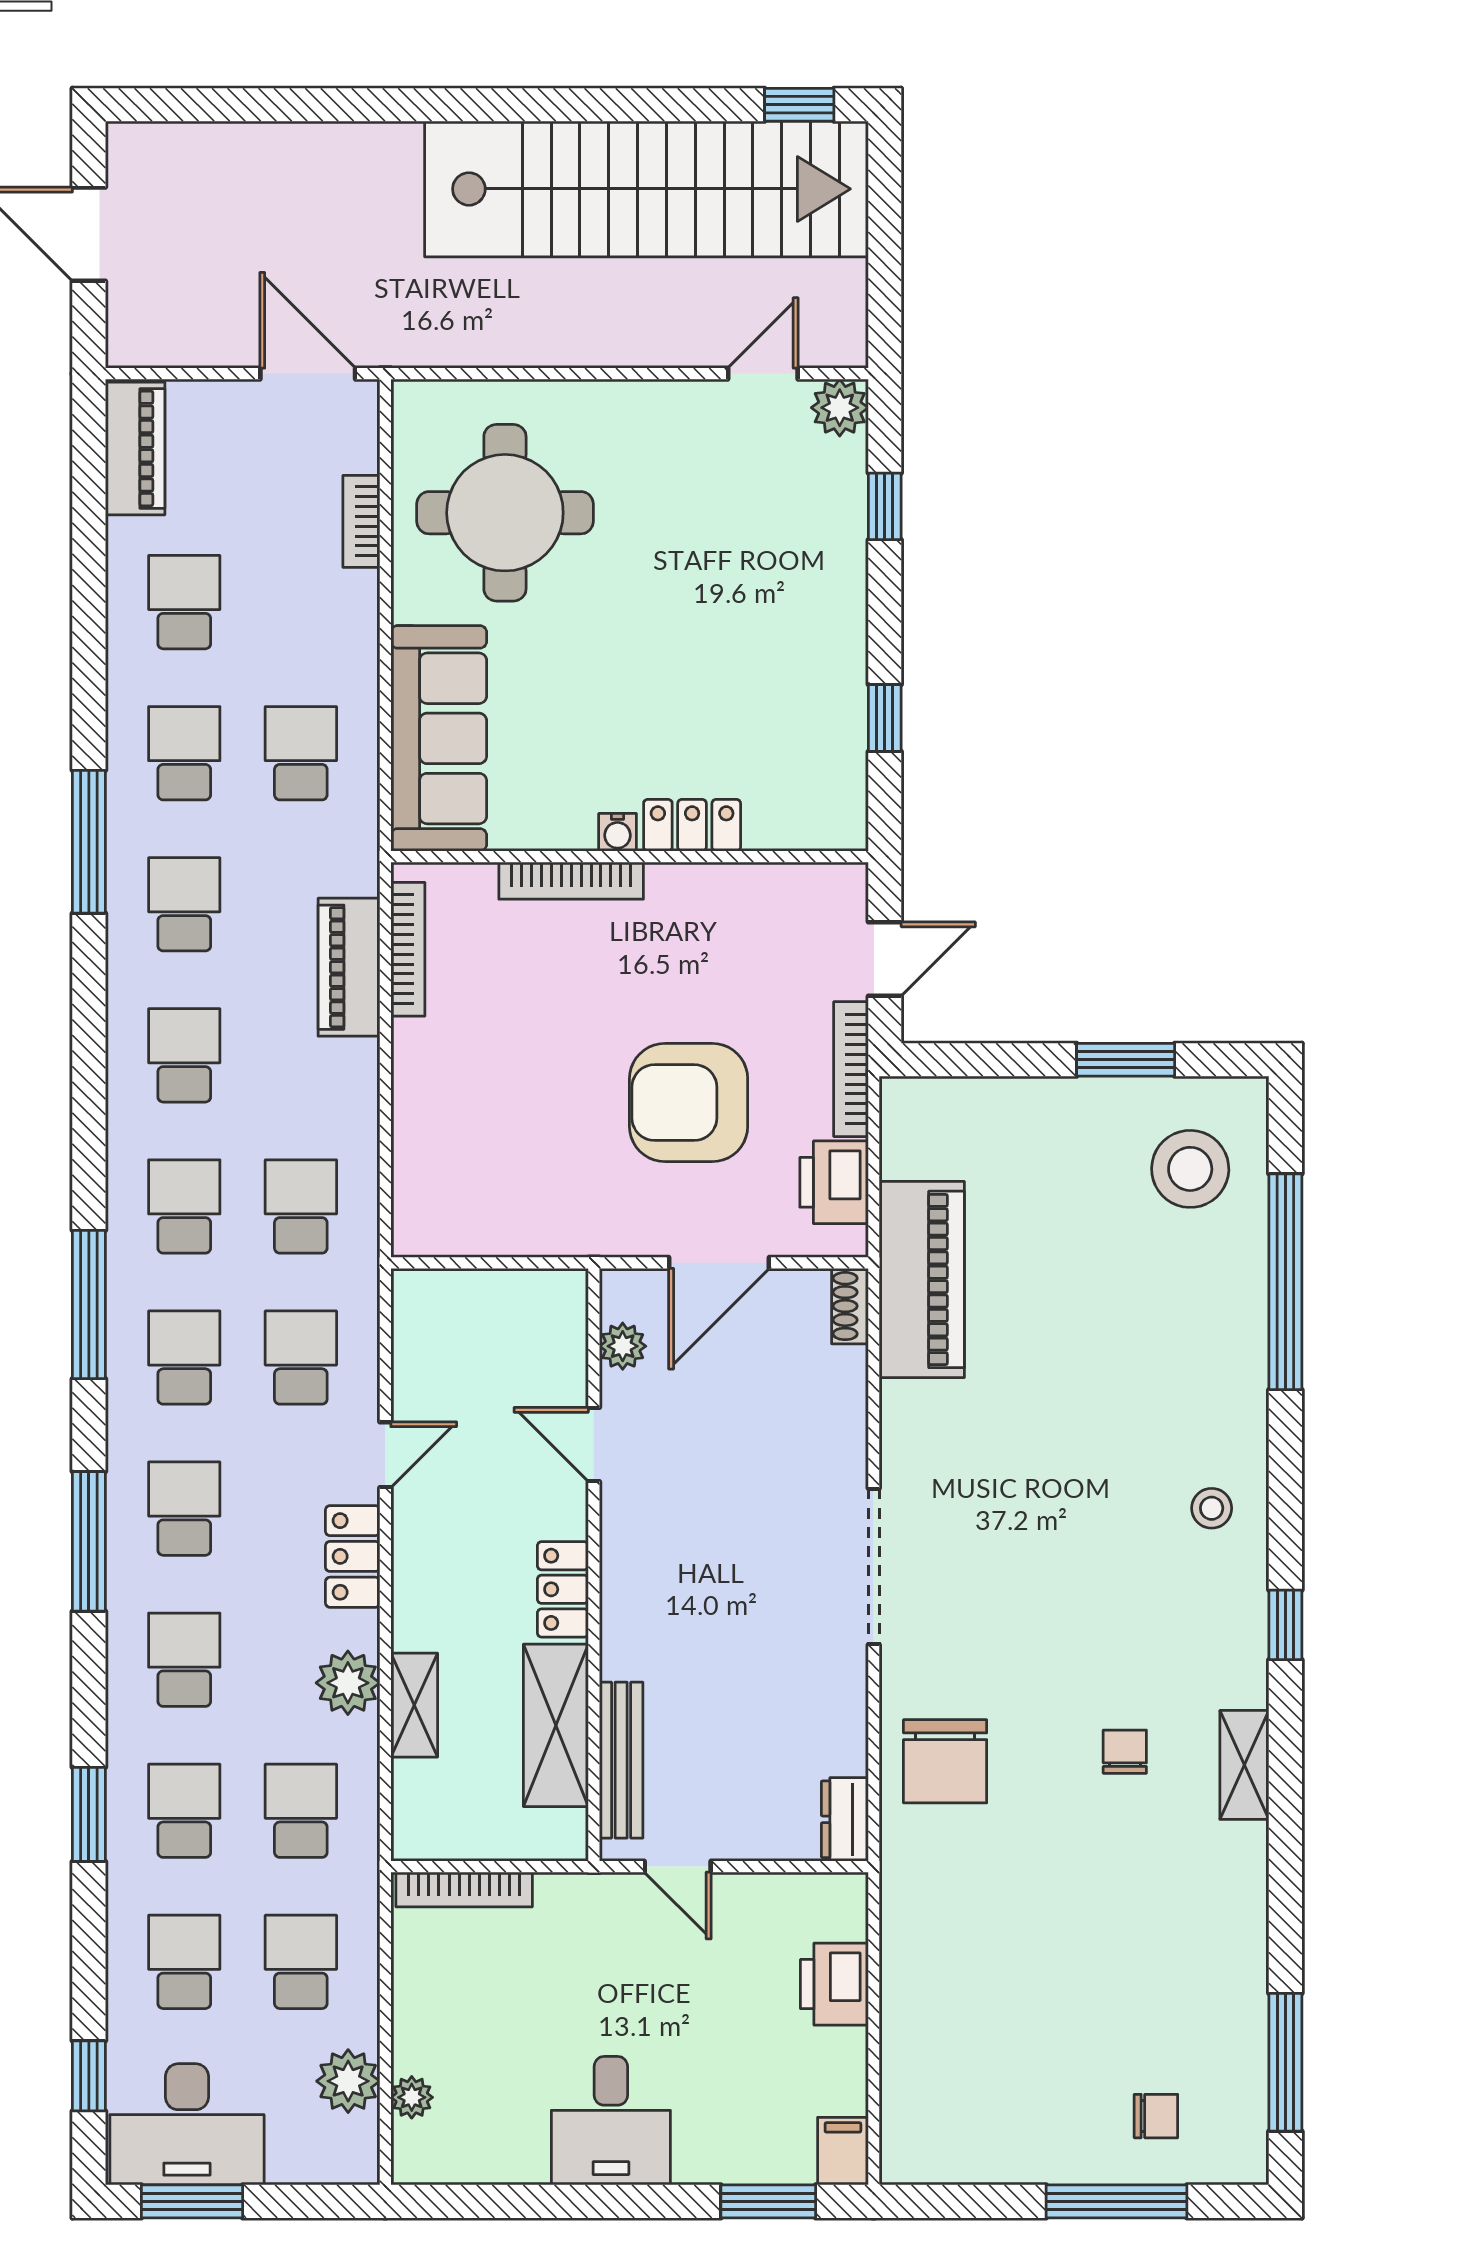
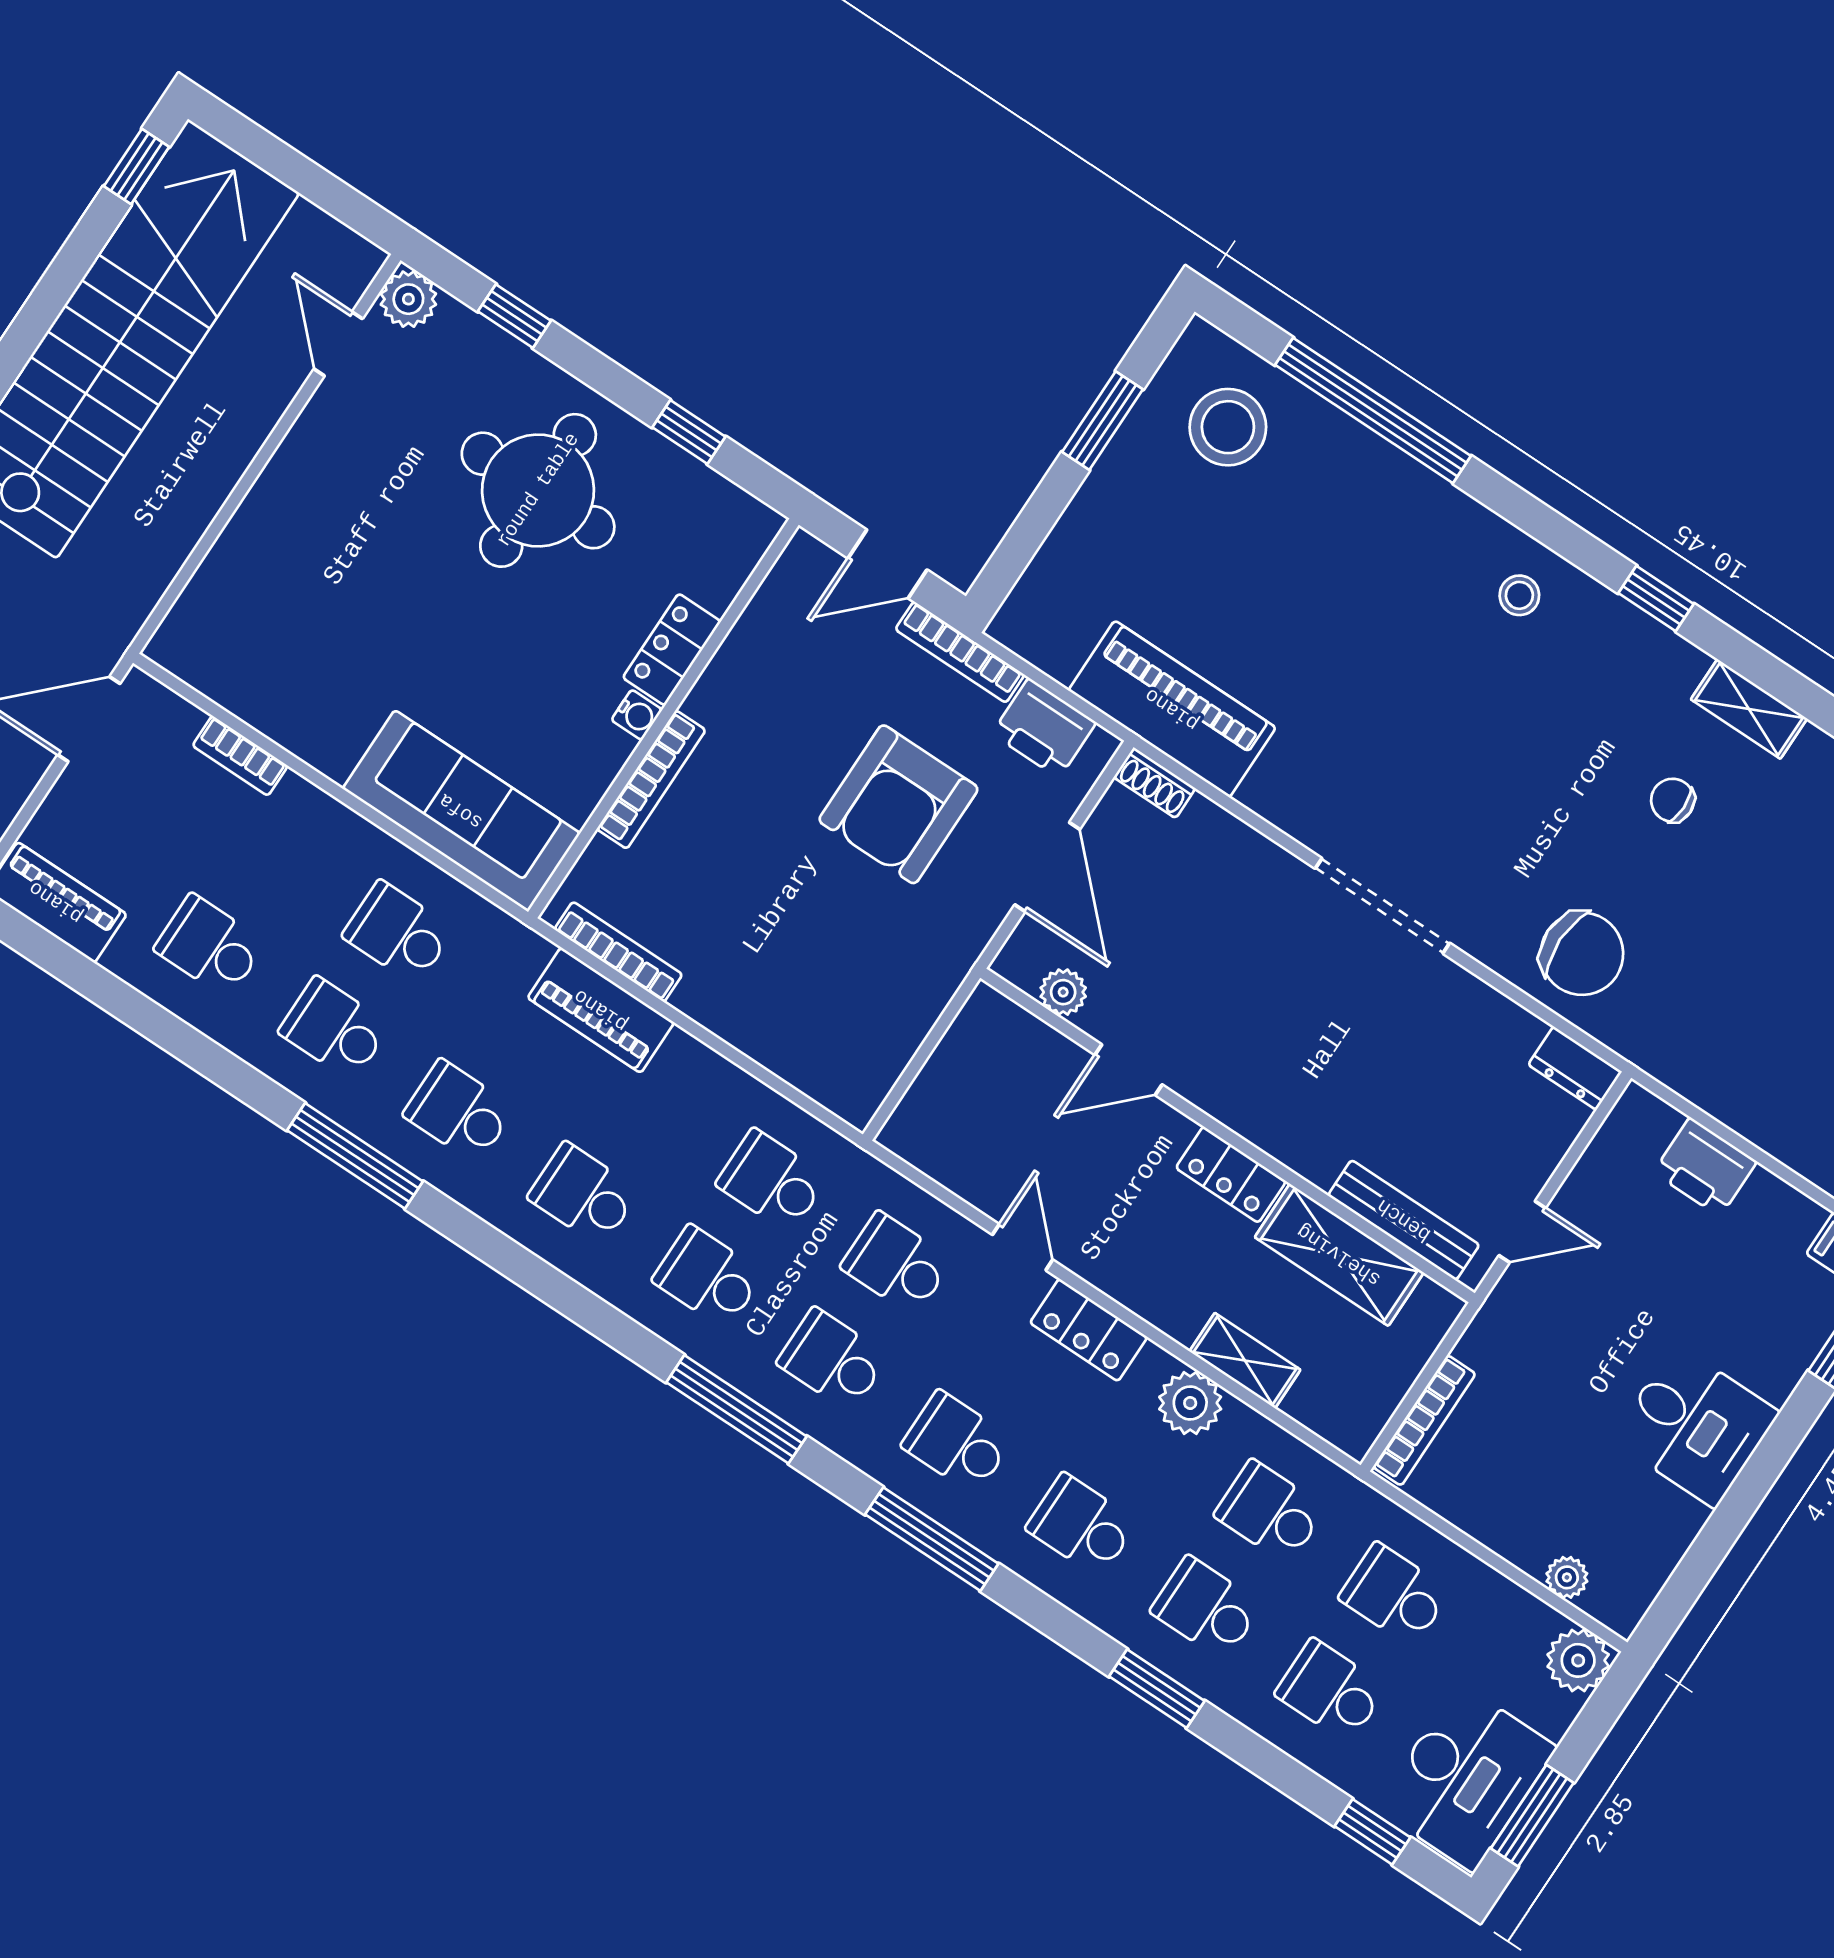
round table: (505, 513) -> (538, 490), moved
door: (885, 959) -> (888, 564), swing flipped
plant: (348, 2081) -> (1578, 1660), moved

